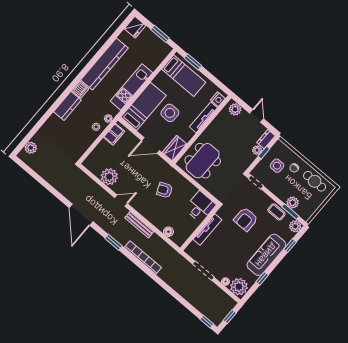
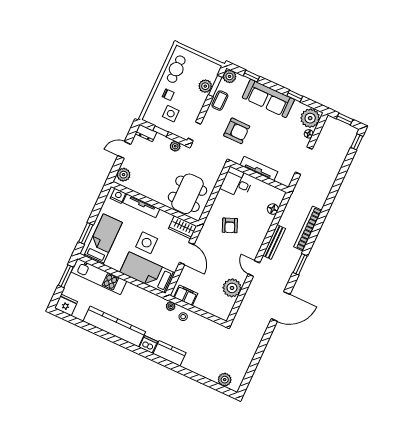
kitchen unit: (131, 87) -> (99, 276), moved
plant: (257, 150) -> (175, 146), moved
dining table: (203, 161) -> (188, 194), turned 90

